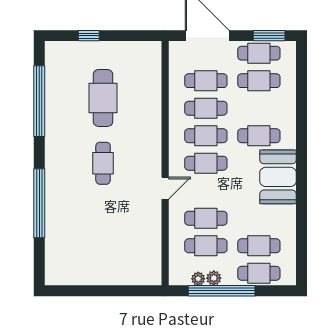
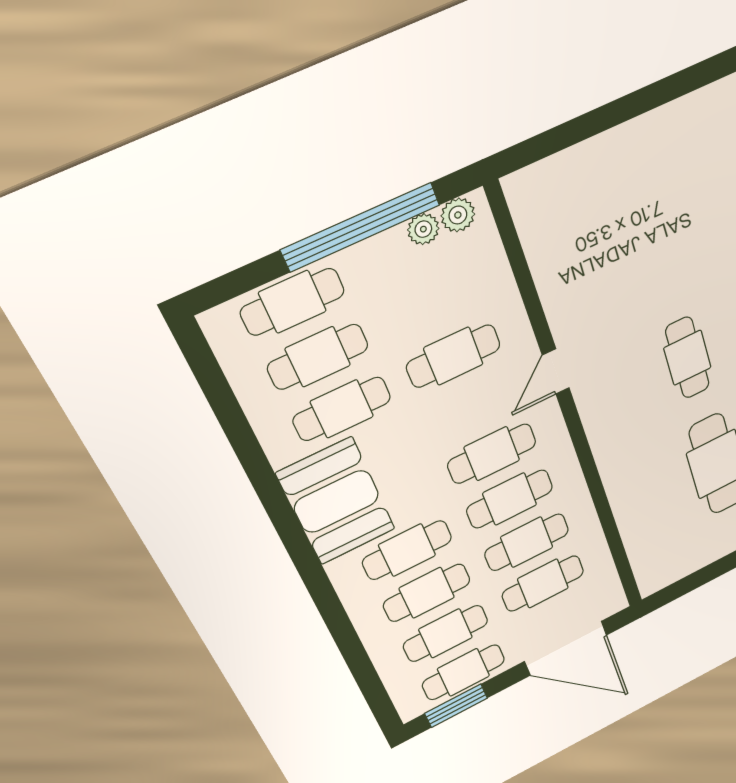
cafe table: (259, 108) -> (427, 593), added
cafe table: (206, 246) -> (342, 409), moved
plant: (214, 278) -> (458, 215), moved

